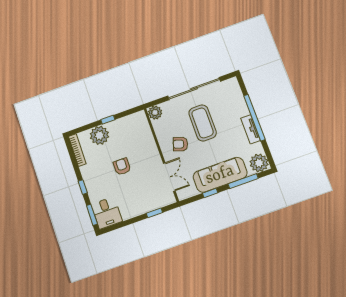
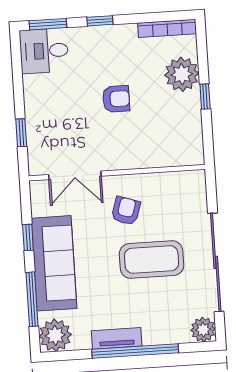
plant: (155, 113) -> (203, 330), moved

